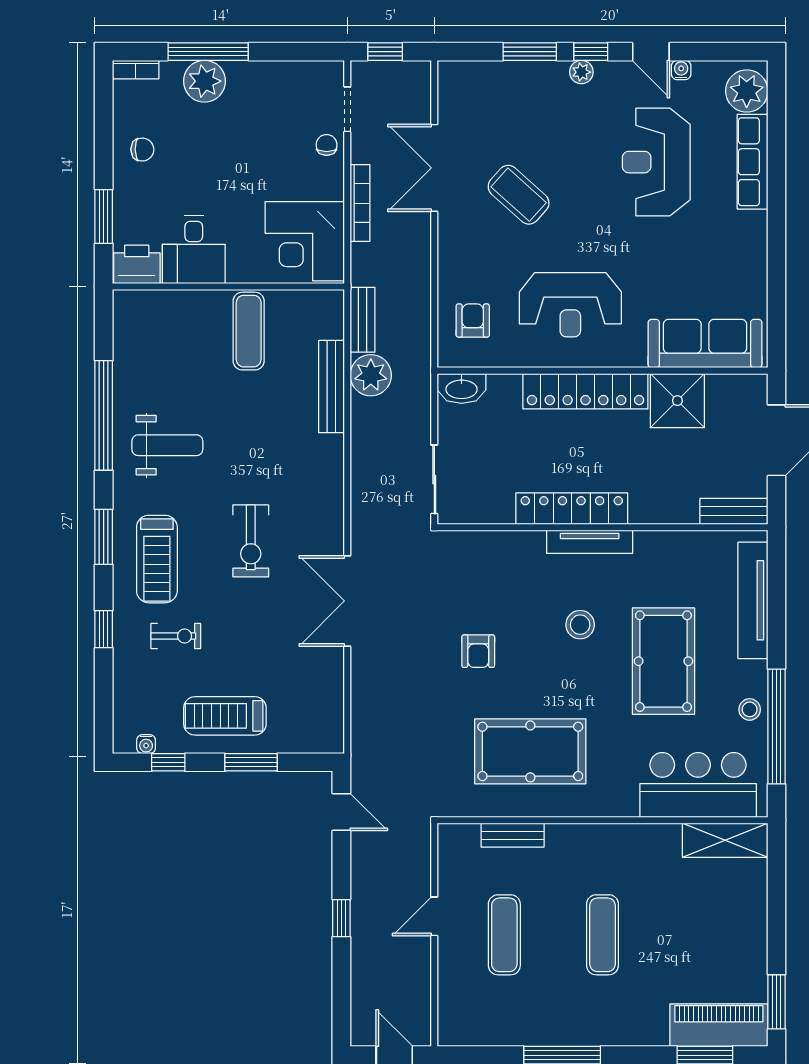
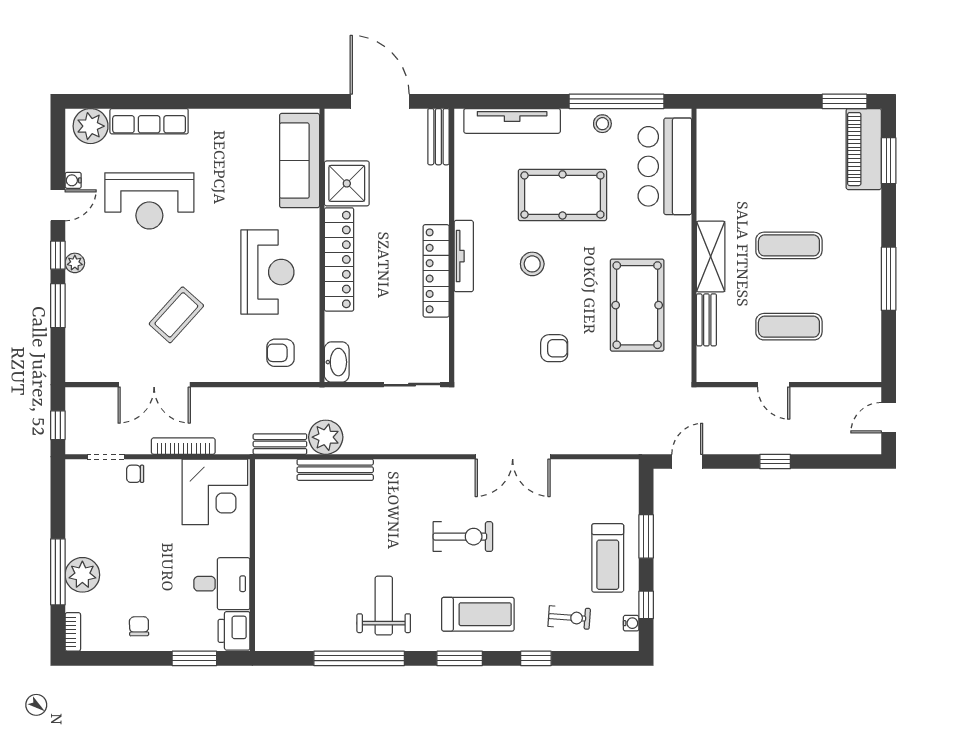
exercise mat: (249, 331) -> (289, 538), removed
exercise bike: (176, 636) -> (569, 618), moved, turned 94
shelving: (725, 840) -> (711, 256), moved

